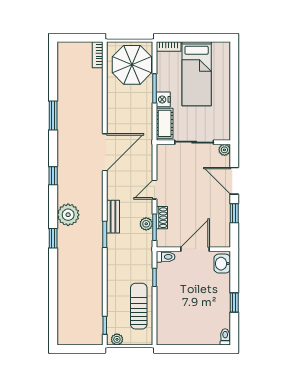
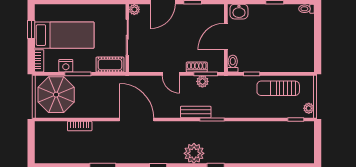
window: (203, 38) -> (31, 30), added
bookcase: (98, 55) -> (80, 126), moved
nightstand: (163, 99) -> (66, 66), moved
door: (195, 249) -> (226, 37), hinge flipped

